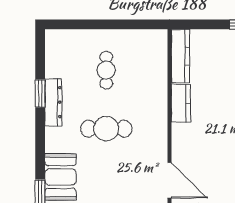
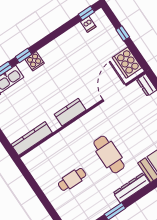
dresser: (53, 102) -> (132, 188), moved
kitchen counter: (181, 103) -> (70, 112), moved

